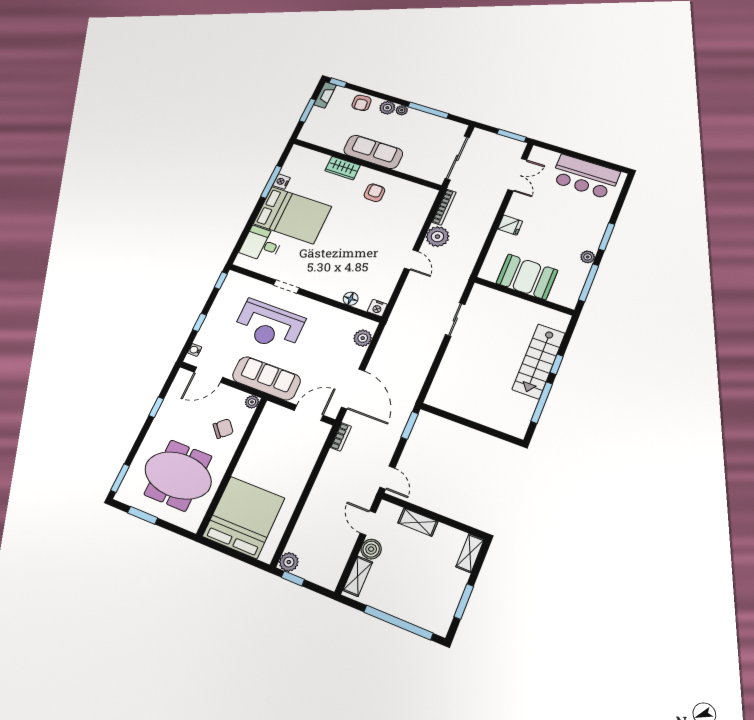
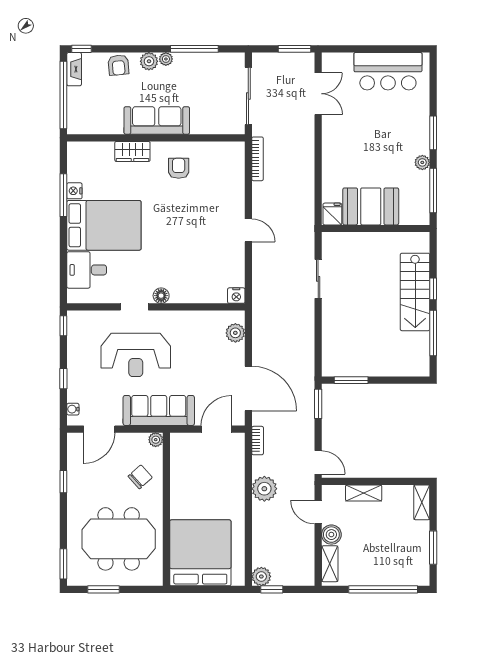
window: (308, 110) -> (63, 95), width x2.11
fridge: (510, 225) -> (332, 214), moved, turned -90
plant: (437, 237) -> (264, 489), moved
floor lamp: (351, 299) -> (161, 296), moved
window: (449, 416) -> (351, 380), added

